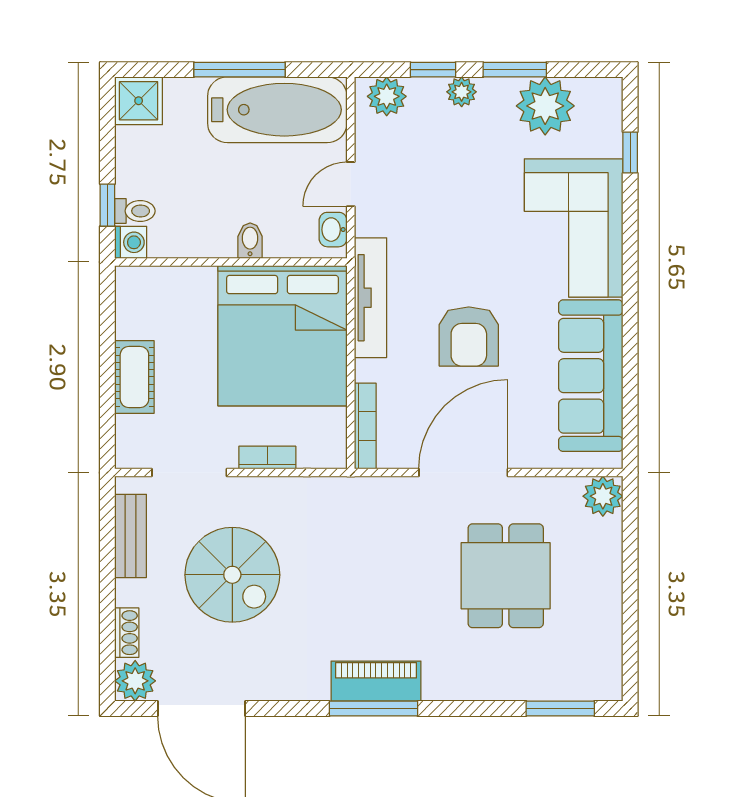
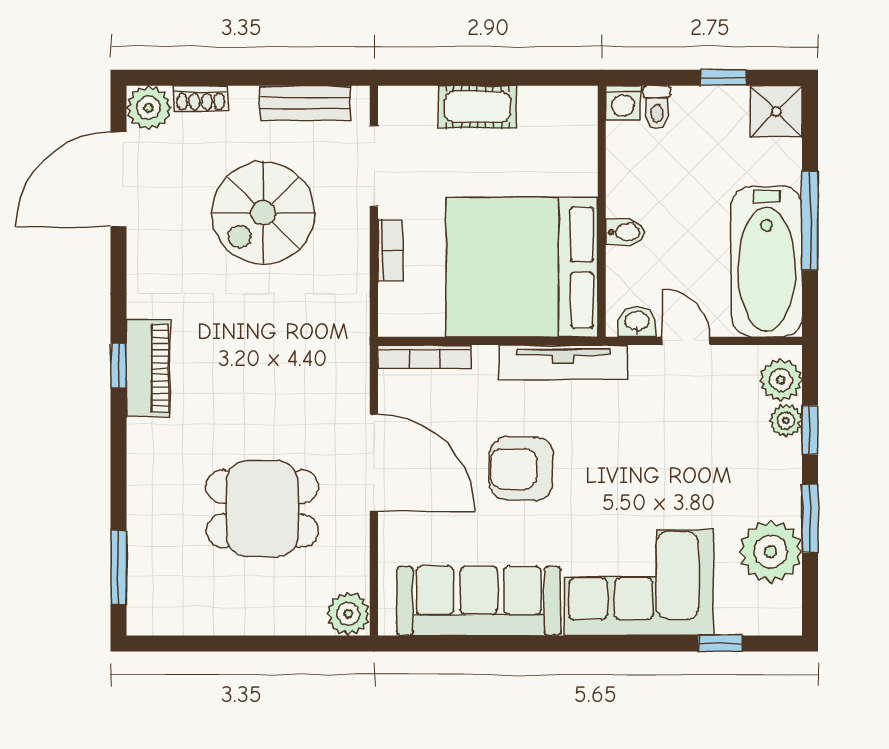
plant: (462, 92) -> (786, 421), moved
window: (107, 205) -> (723, 78), moved
window: (374, 708) -> (119, 366), width x0.46

